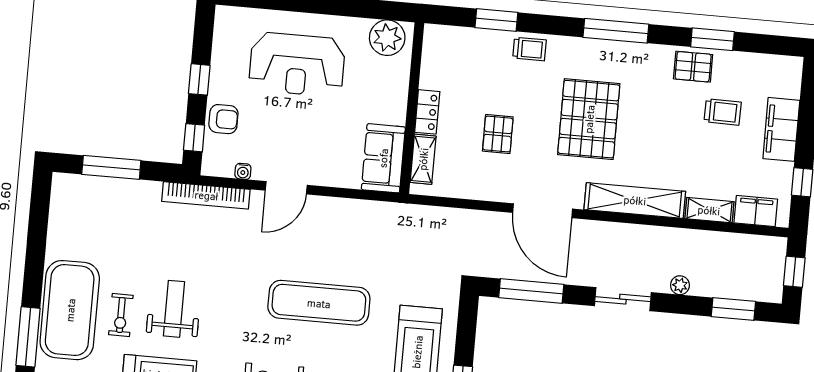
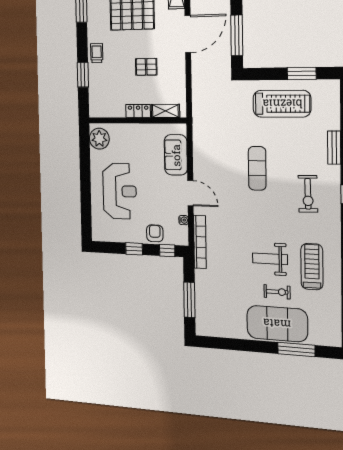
sofa: (383, 158) -> (176, 155), moved, turned 90
exercise mat: (319, 303) -> (257, 168), width x0.73, depth x0.69

